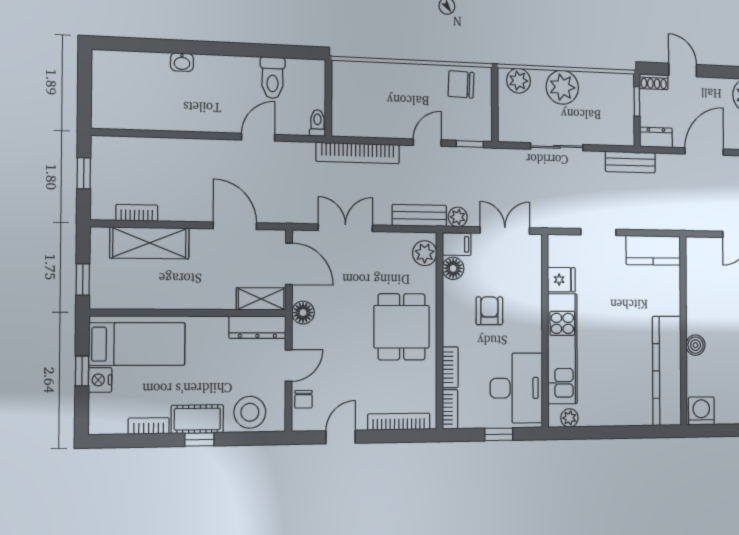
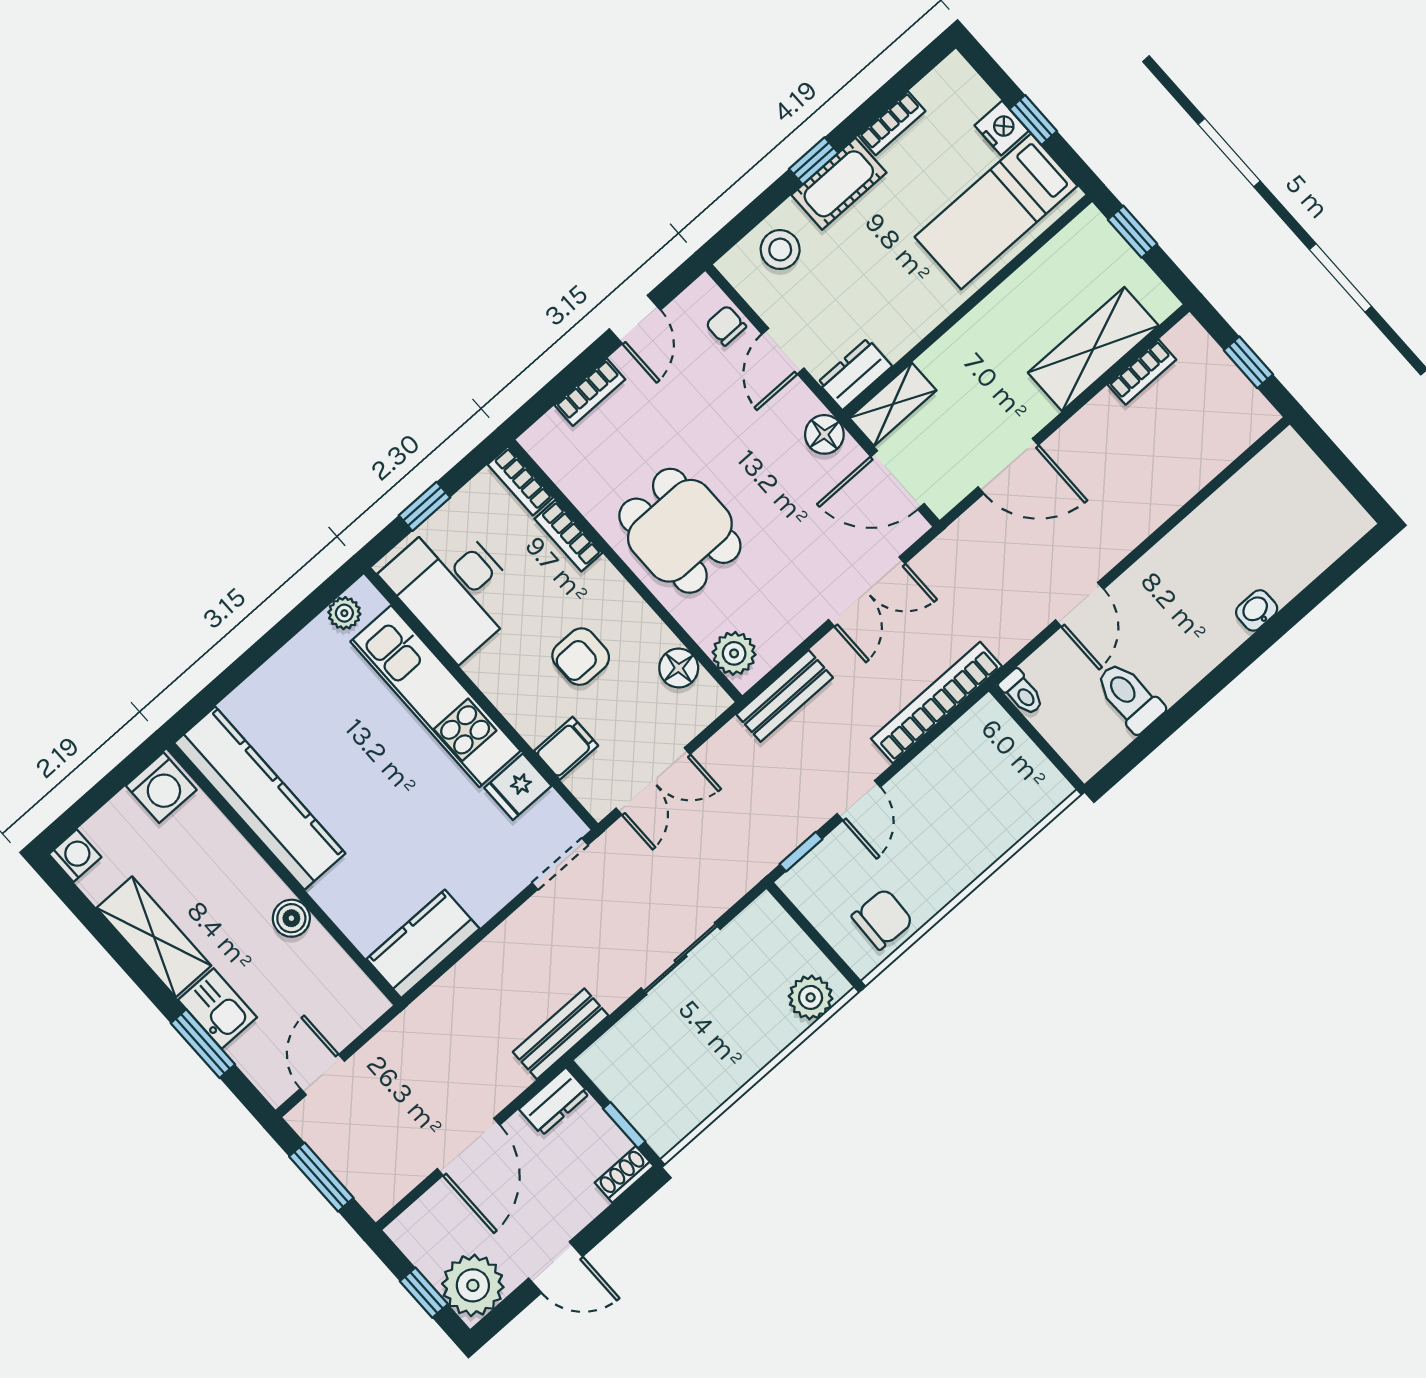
door: (683, 70) -> (556, 1267), moved
plant: (562, 87) -> (744, 1046), removed
plant: (458, 217) -> (732, 741), removed
doorway: (598, 232) -> (560, 864), moved
filing cabinet: (457, 244) -> (566, 748), moved, turned 180
armchair: (489, 311) -> (581, 657), turned 90
dresser: (258, 327) -> (855, 374), width x0.70
boiler: (695, 345) -> (291, 918), moved
stool: (250, 412) -> (780, 250), width x0.73, depth x0.73
bookcase: (399, 422) -> (590, 392), width x0.64

